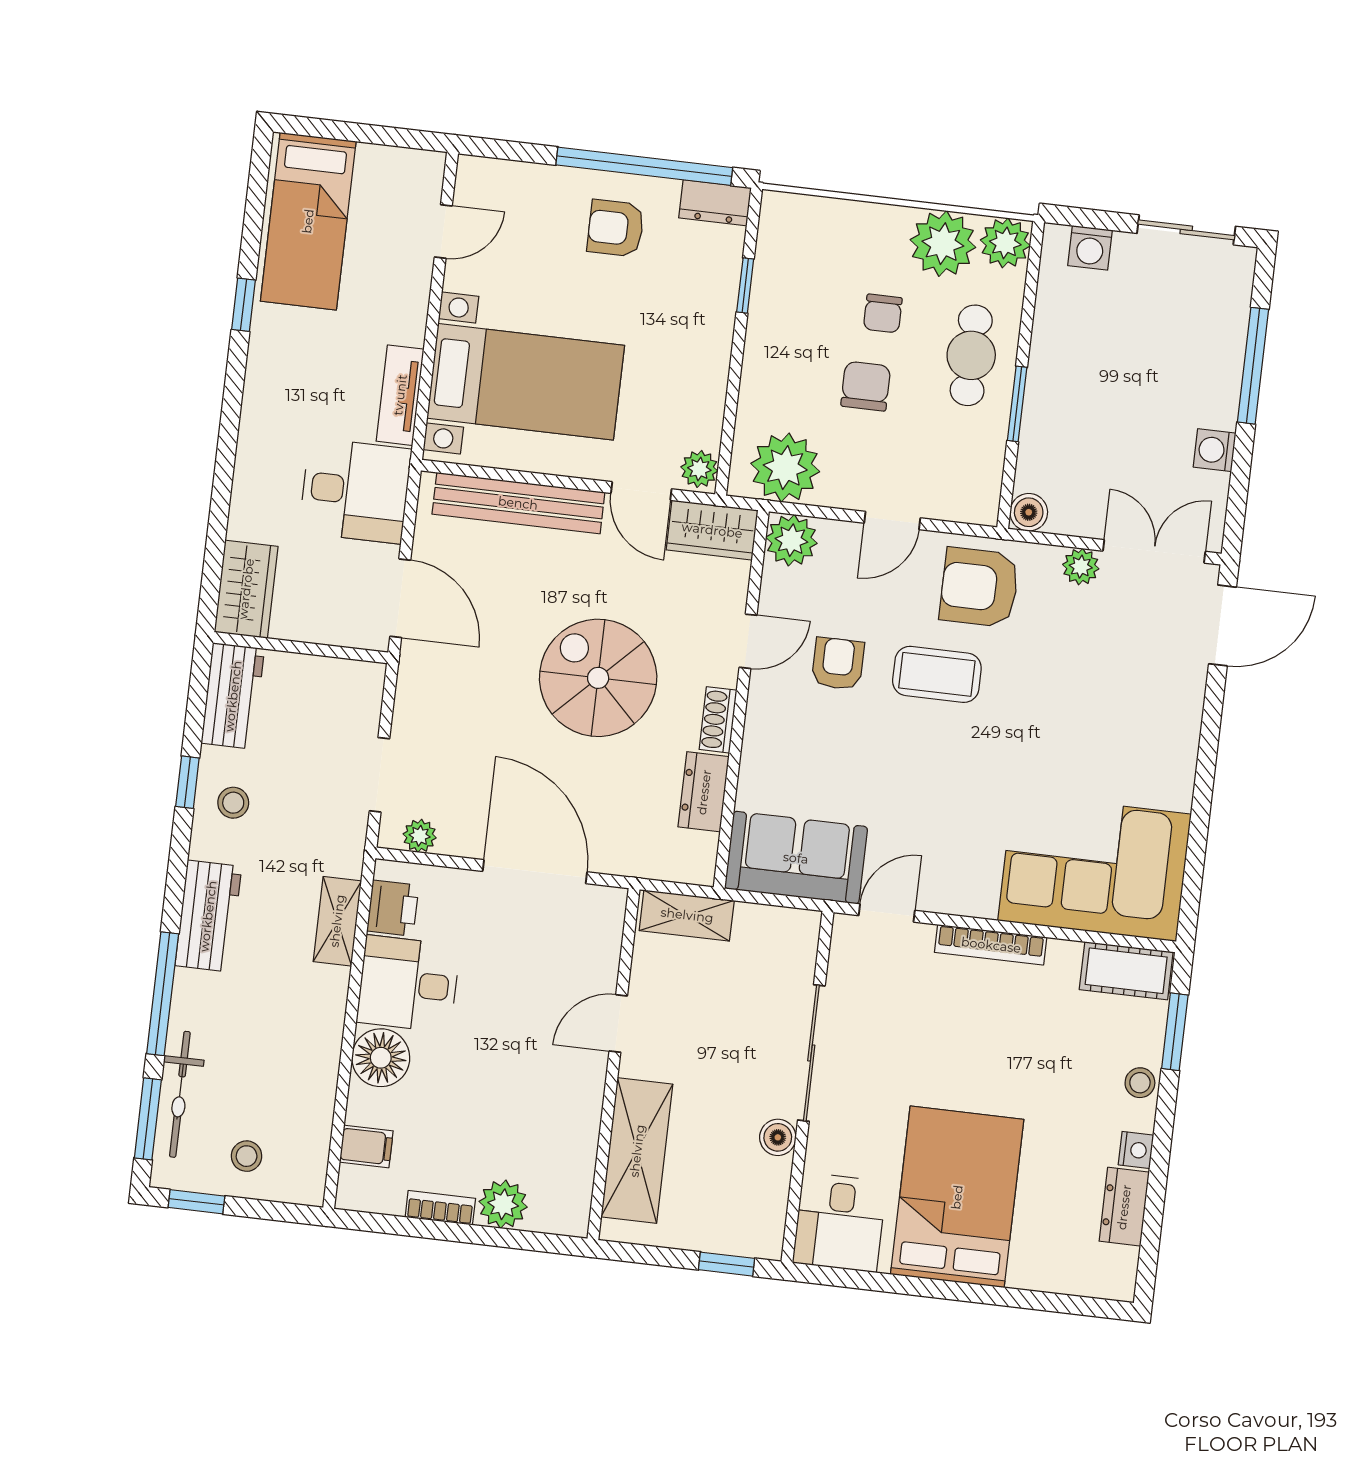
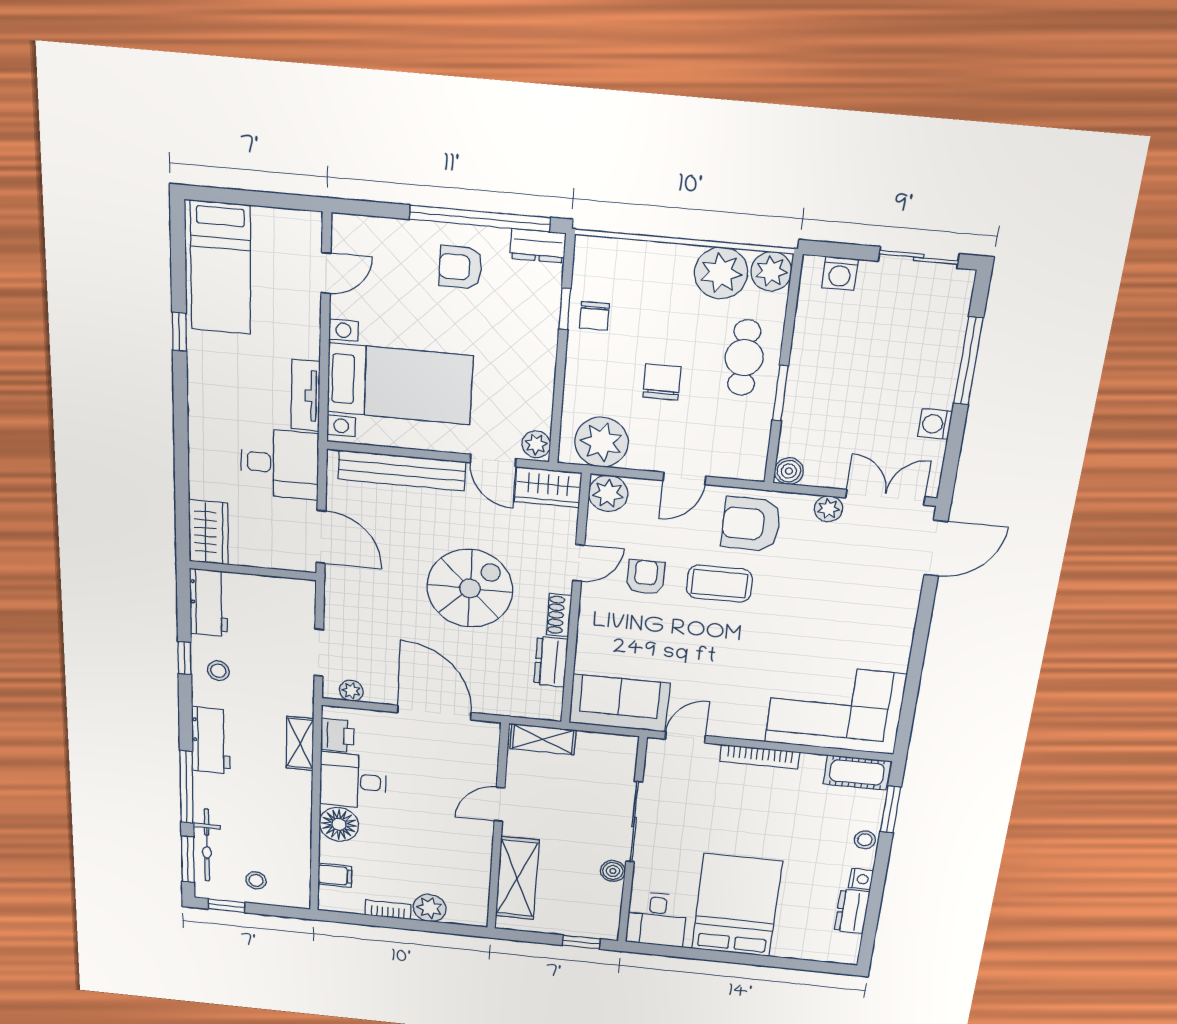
chair: (883, 313) -> (594, 316), moved
spiral stairs: (598, 678) -> (470, 588), turned 90

